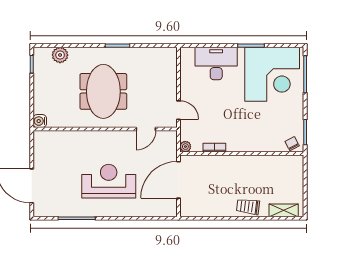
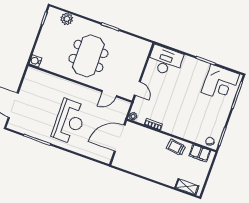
desk: (216, 63) -> (165, 61), moved
corner desk: (272, 74) -> (220, 83), width x0.74, depth x0.74
filing cabinet: (285, 163) -> (200, 153), added
reception desk: (109, 181) -> (69, 121), turned 90
trolley: (248, 207) -> (176, 147), moved

